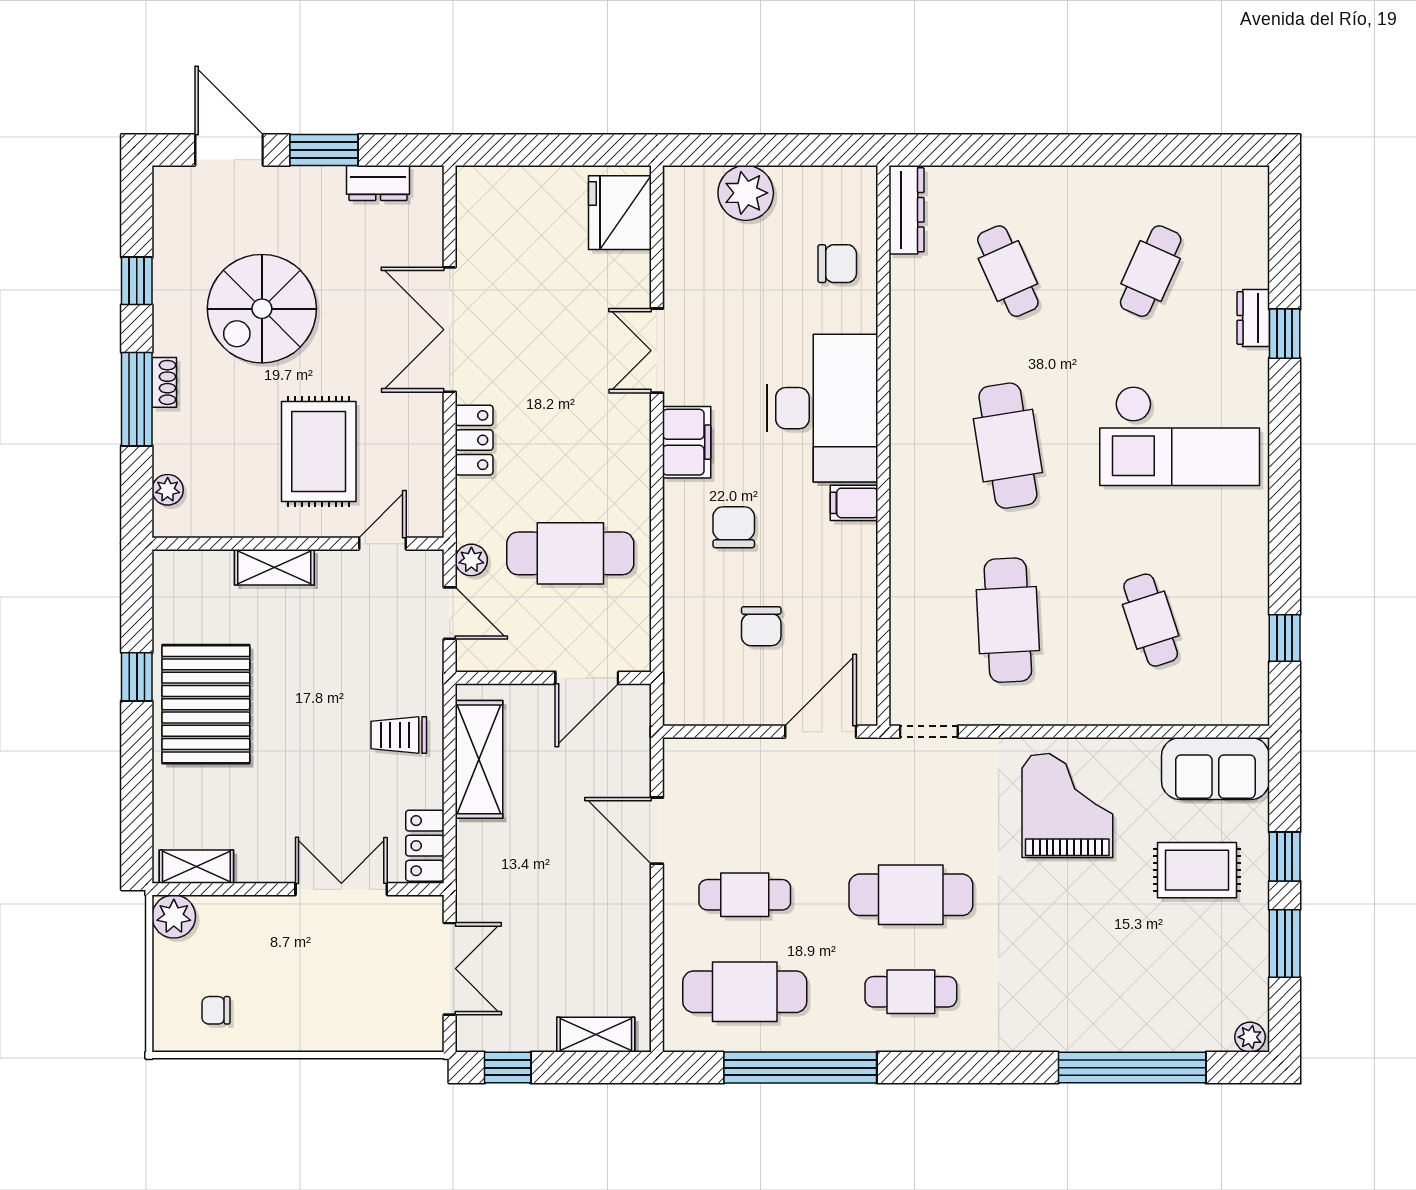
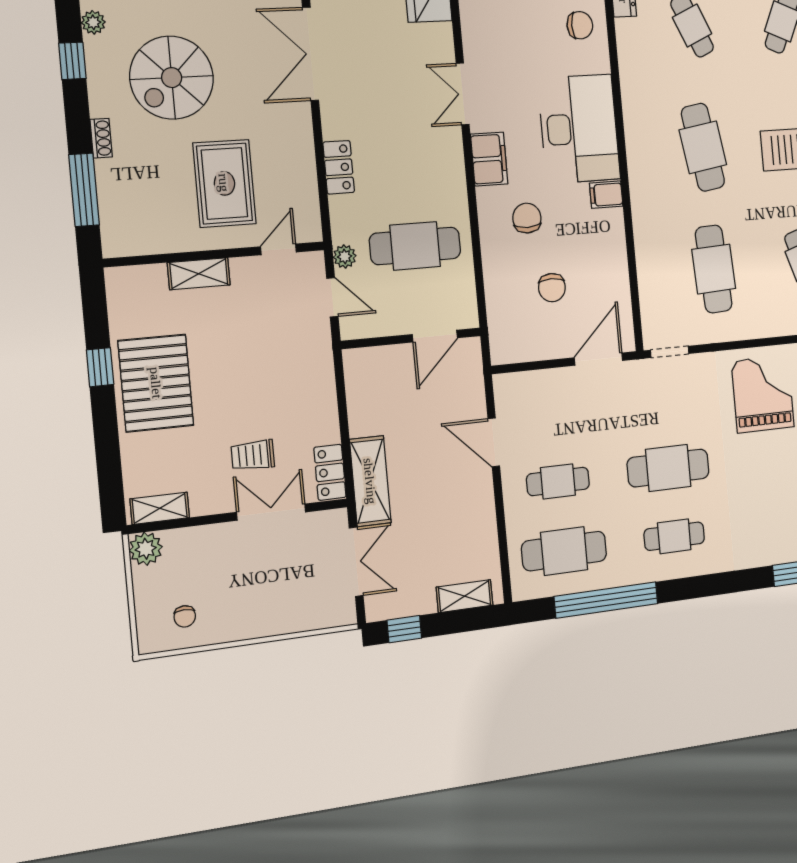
double door: (450, 330) -> (311, 54), moved
window: (137, 399) -> (84, 190), moved
plant: (168, 490) -> (93, 22), moved
trolley: (399, 735) -> (253, 455), moved
shelving: (479, 759) -> (370, 481), moved
chair: (216, 1010) -> (185, 616), turned -90

